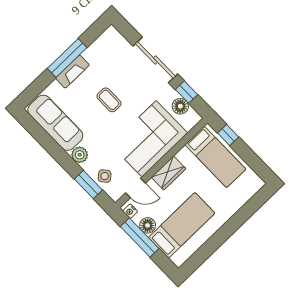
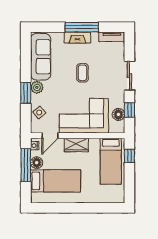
tv unit: (104, 40) -> (112, 37), added
sliding door: (155, 60) -> (129, 76), width x0.73
window: (88, 185) -> (26, 93), moved
door: (136, 188) -> (50, 136), hinge flipped

